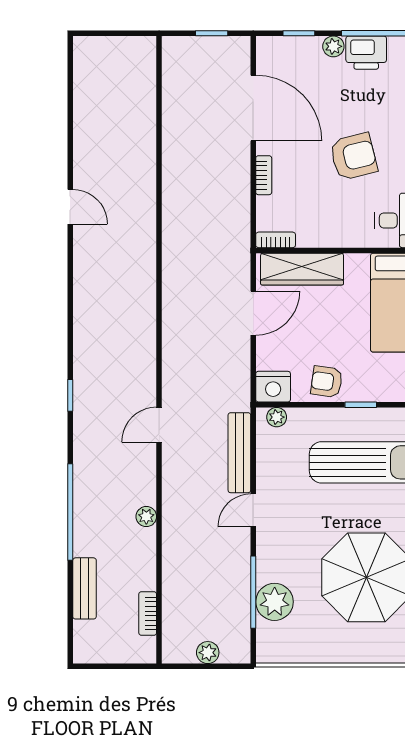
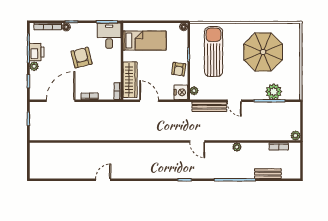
plant: (208, 653) -> (296, 135), moved

